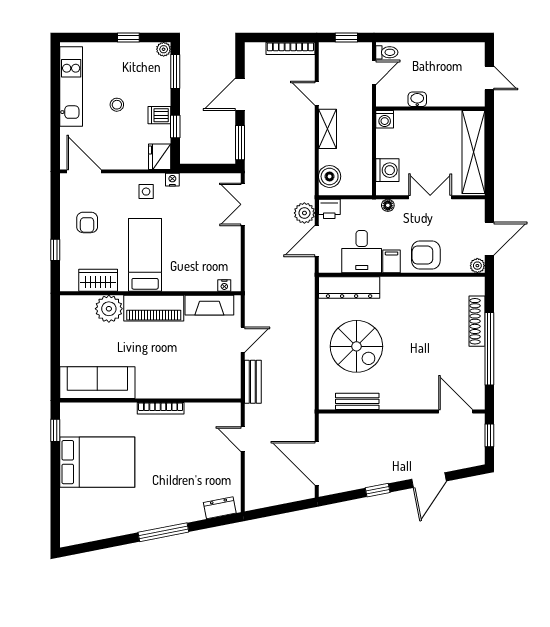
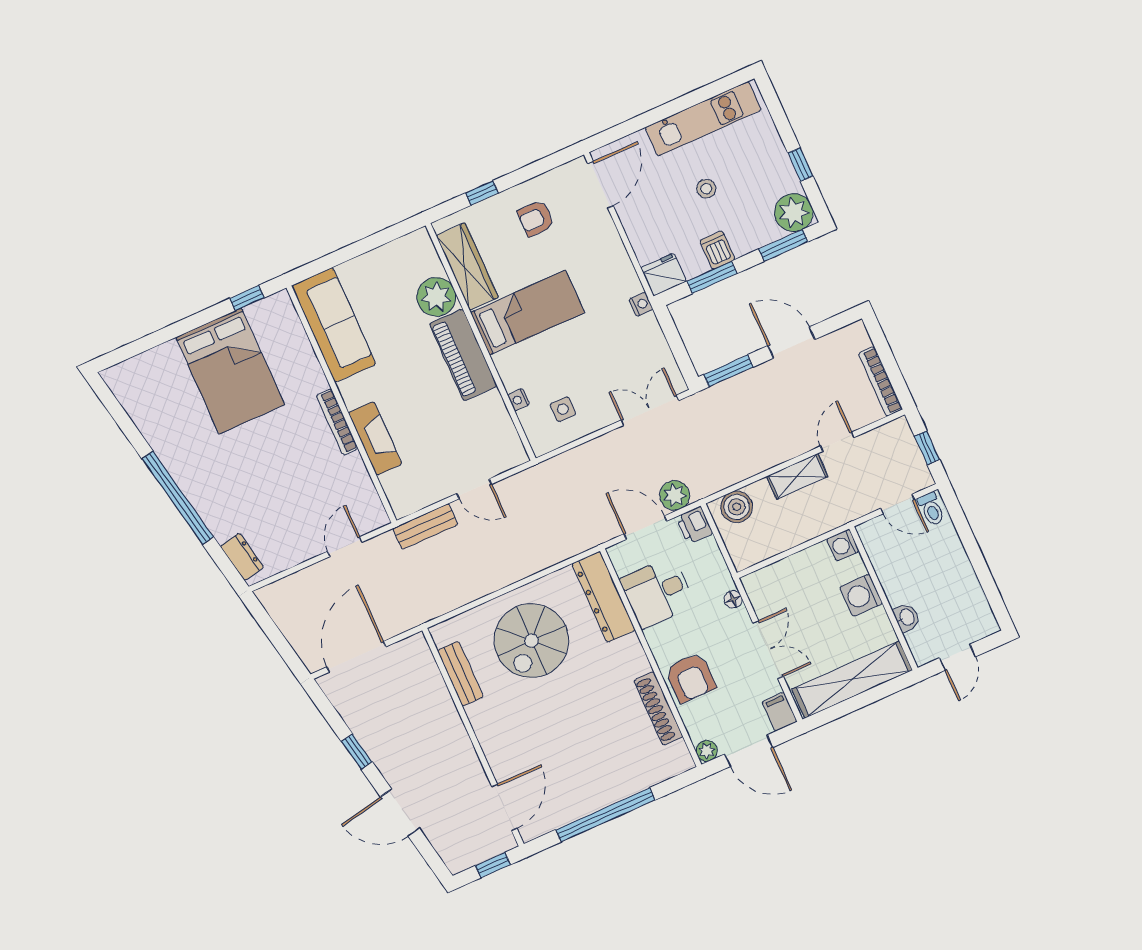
plant: (164, 49) -> (794, 213), width x1.88, depth x1.88
washbasin: (417, 99) -> (906, 617), moved
window: (175, 126) -> (712, 277), width x1.50
washing machine: (387, 170) -> (861, 595), moved, turned 90
side table: (146, 192) -> (563, 409), moved
armchair: (426, 255) -> (691, 678), turned 180
filing cabinet: (392, 261) -> (780, 712), moved, turned -90
wardrobe: (98, 280) -> (467, 266), width x1.50
nightstand: (224, 286) -> (519, 400), moved
fireplace: (209, 305) -> (375, 438), moved, turned 180
shoe rack: (477, 321) -> (658, 708), moved, turned -90
window: (163, 532) -> (178, 498), width x1.46

